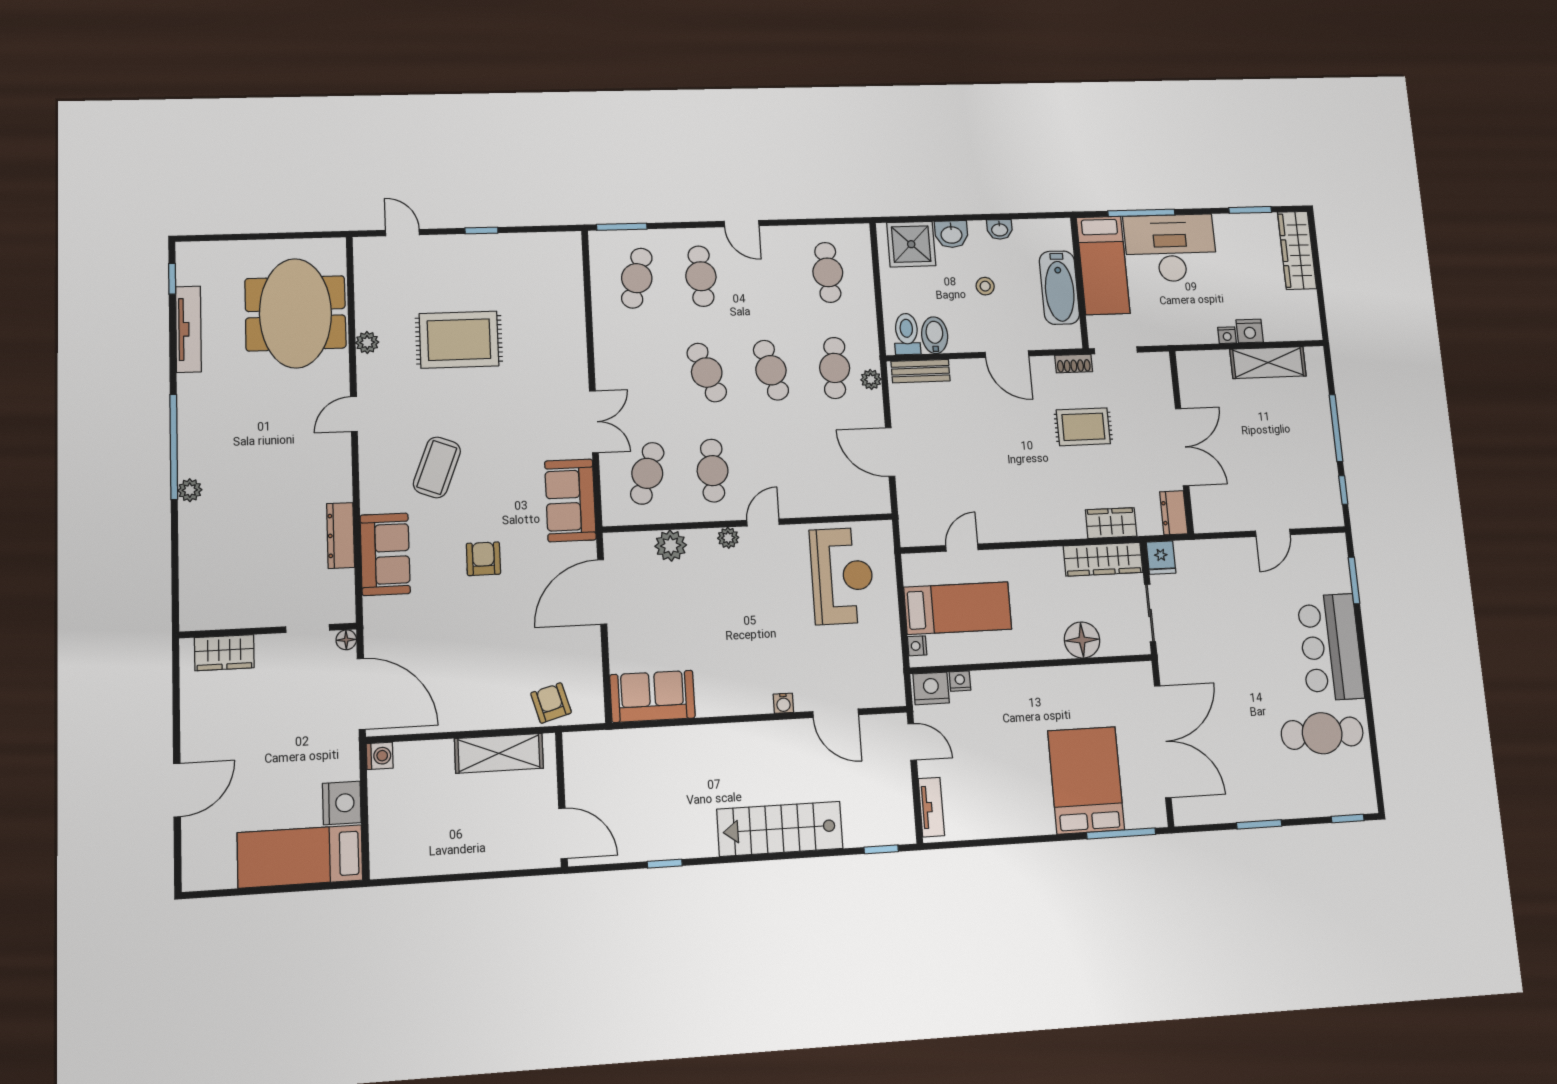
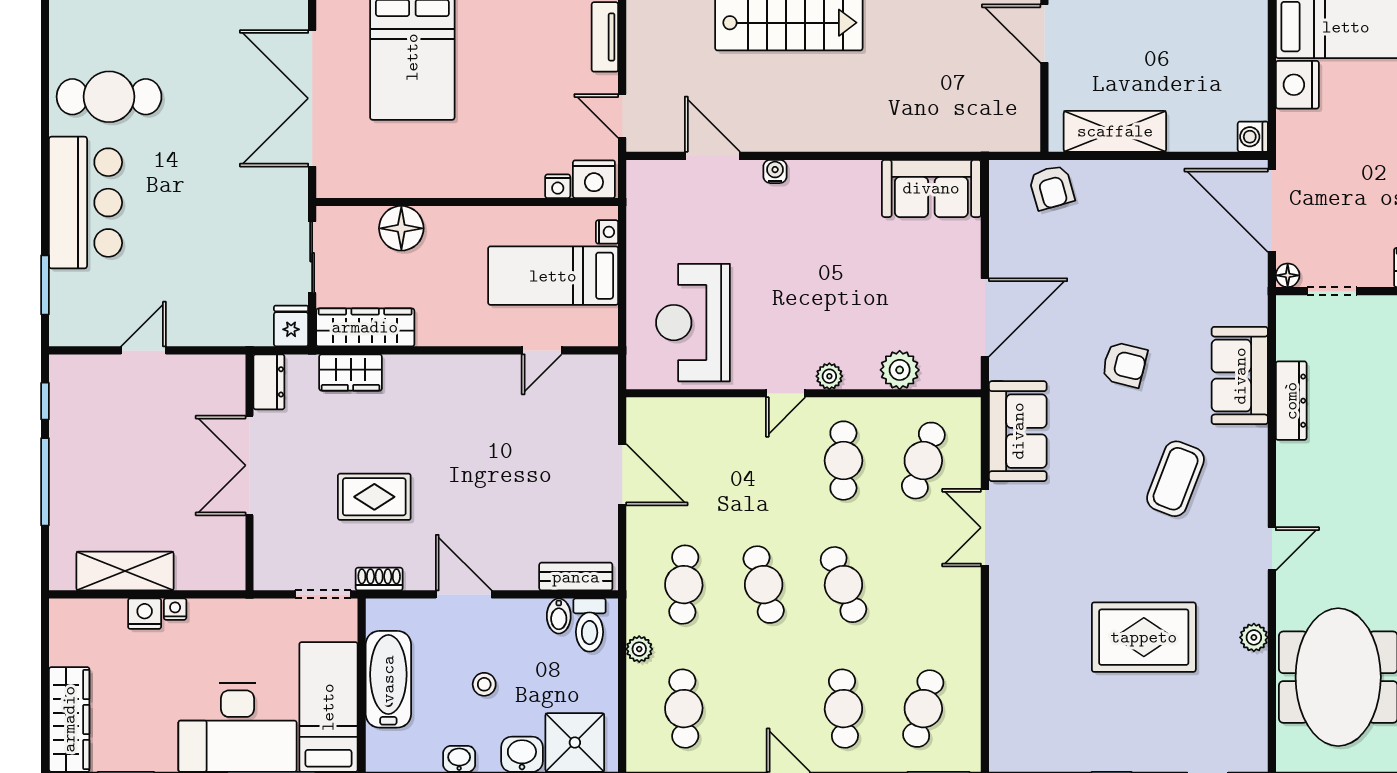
bidet: (935, 335) -> (559, 616), width x0.72, depth x0.74
plant: (871, 379) -> (639, 649), moved
armchair: (483, 559) -> (1124, 365), turned -76

